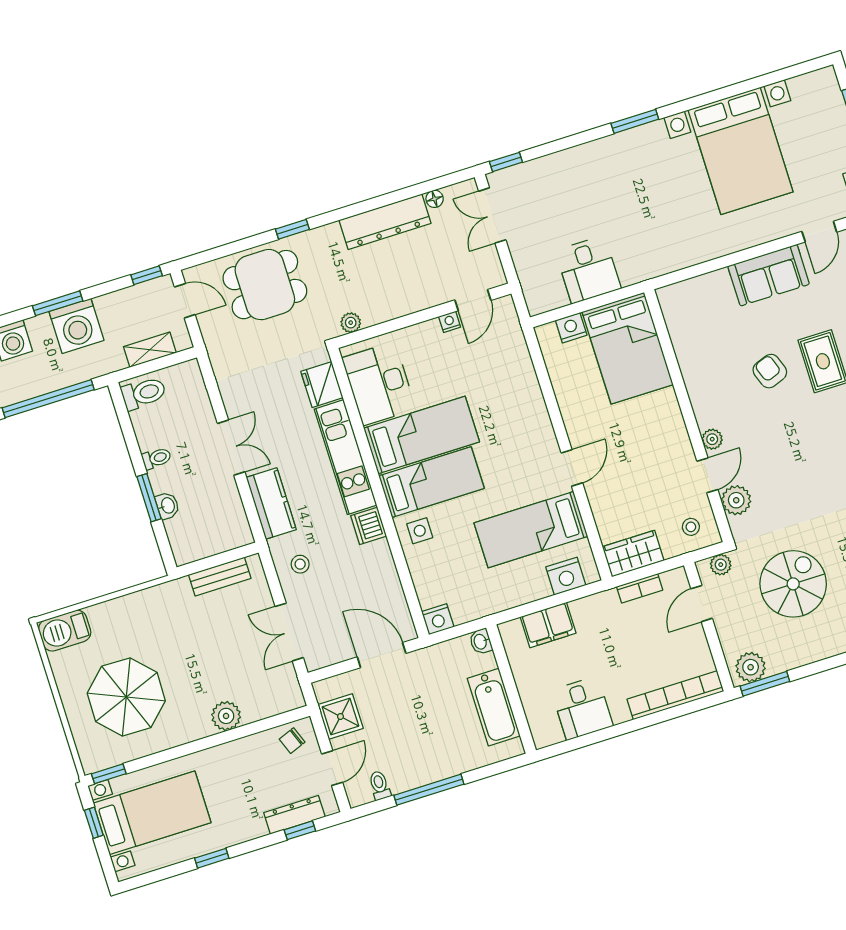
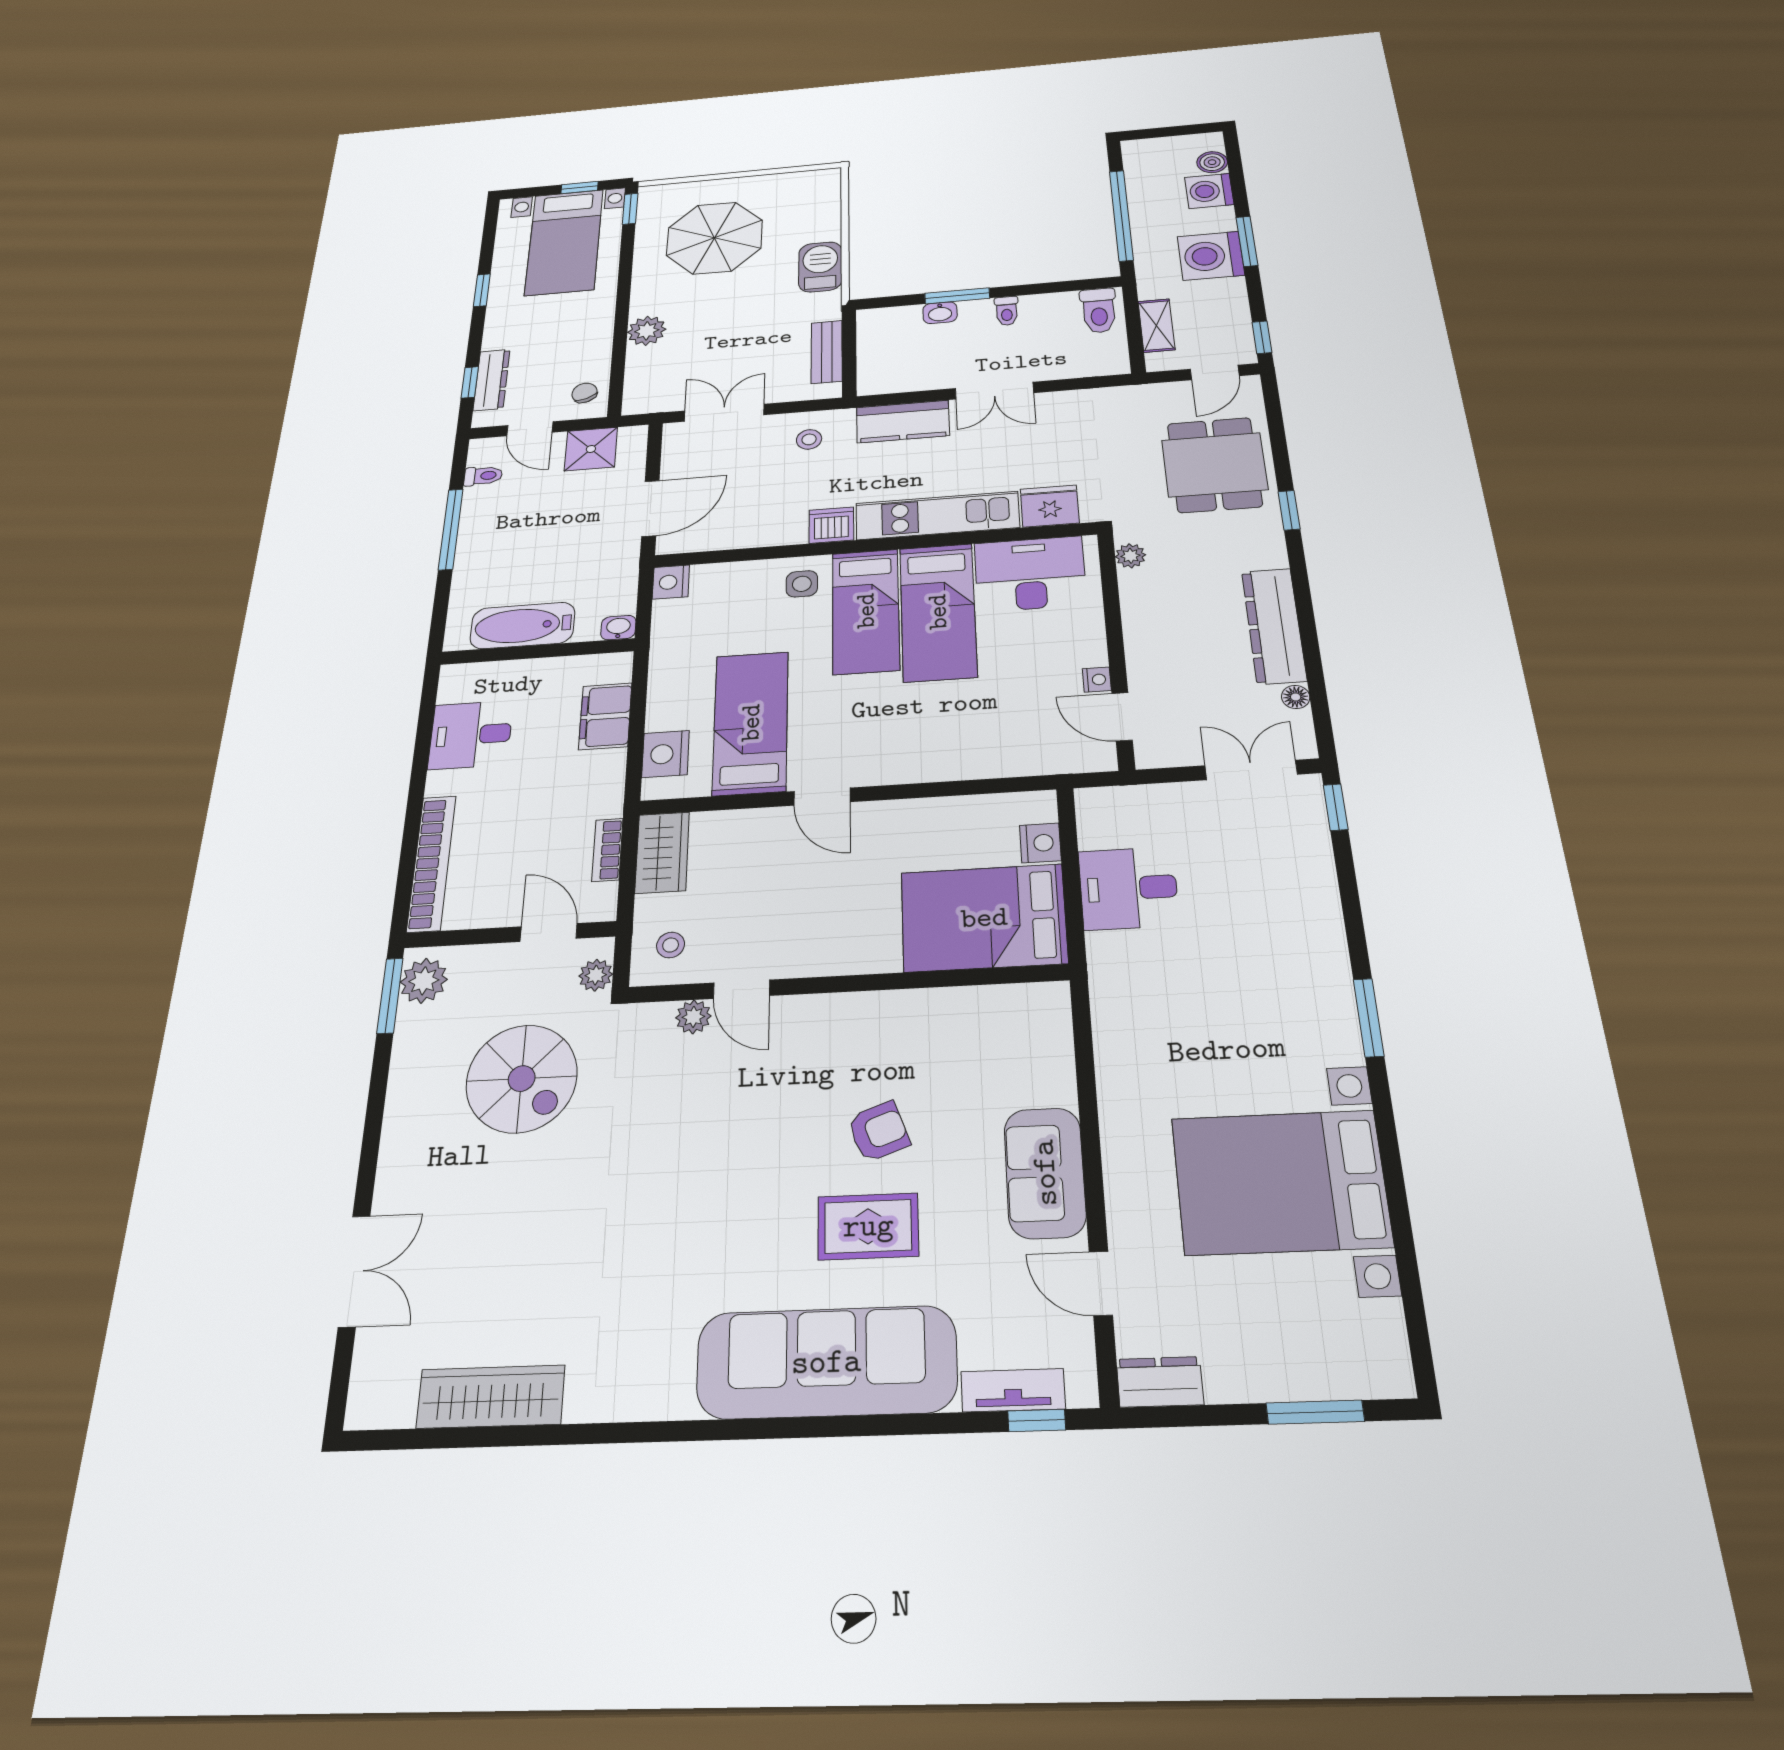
plant: (712, 439) -> (796, 1011), removed
plant: (736, 500) -> (693, 1017), width x0.73, depth x0.73
barbecue: (65, 631) -> (820, 267), moved

